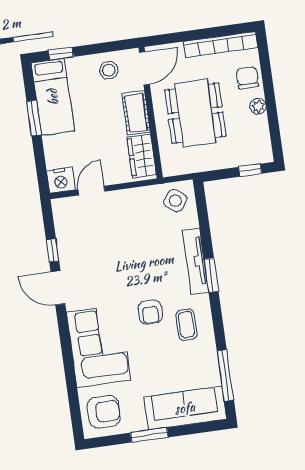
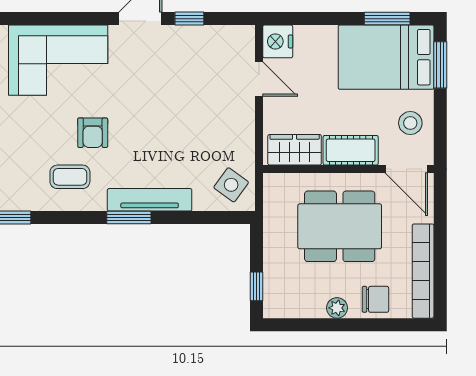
window: (61, 54) -> (440, 65), width x1.50
bed: (53, 97) -> (386, 57), width x1.50
window: (34, 118) -> (387, 19), moved
armchair: (150, 312) -> (93, 133), turned -90

